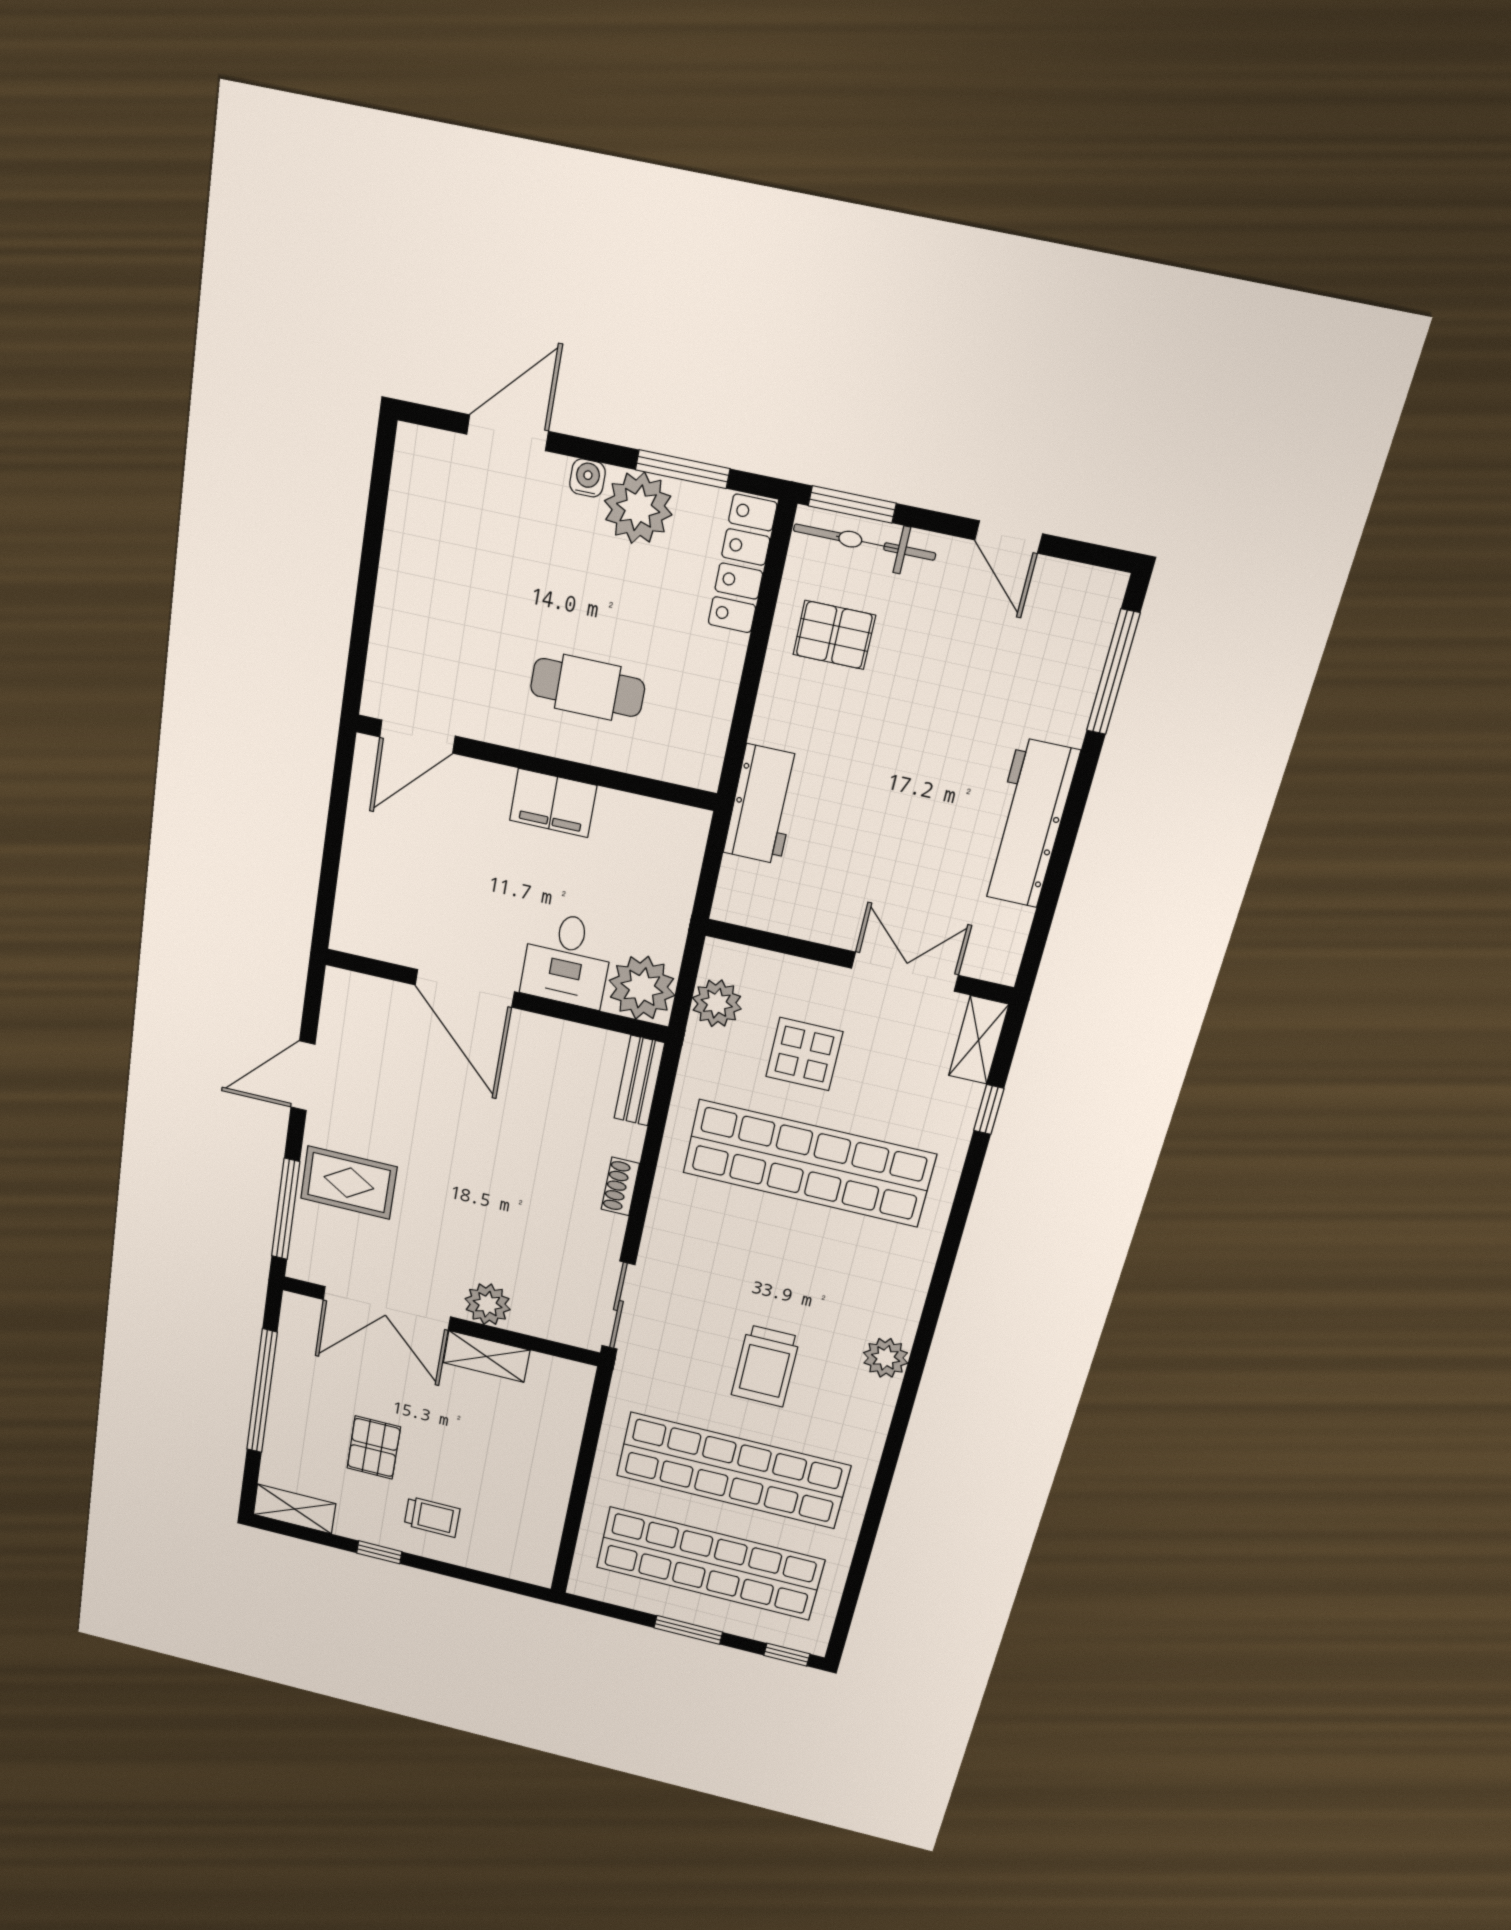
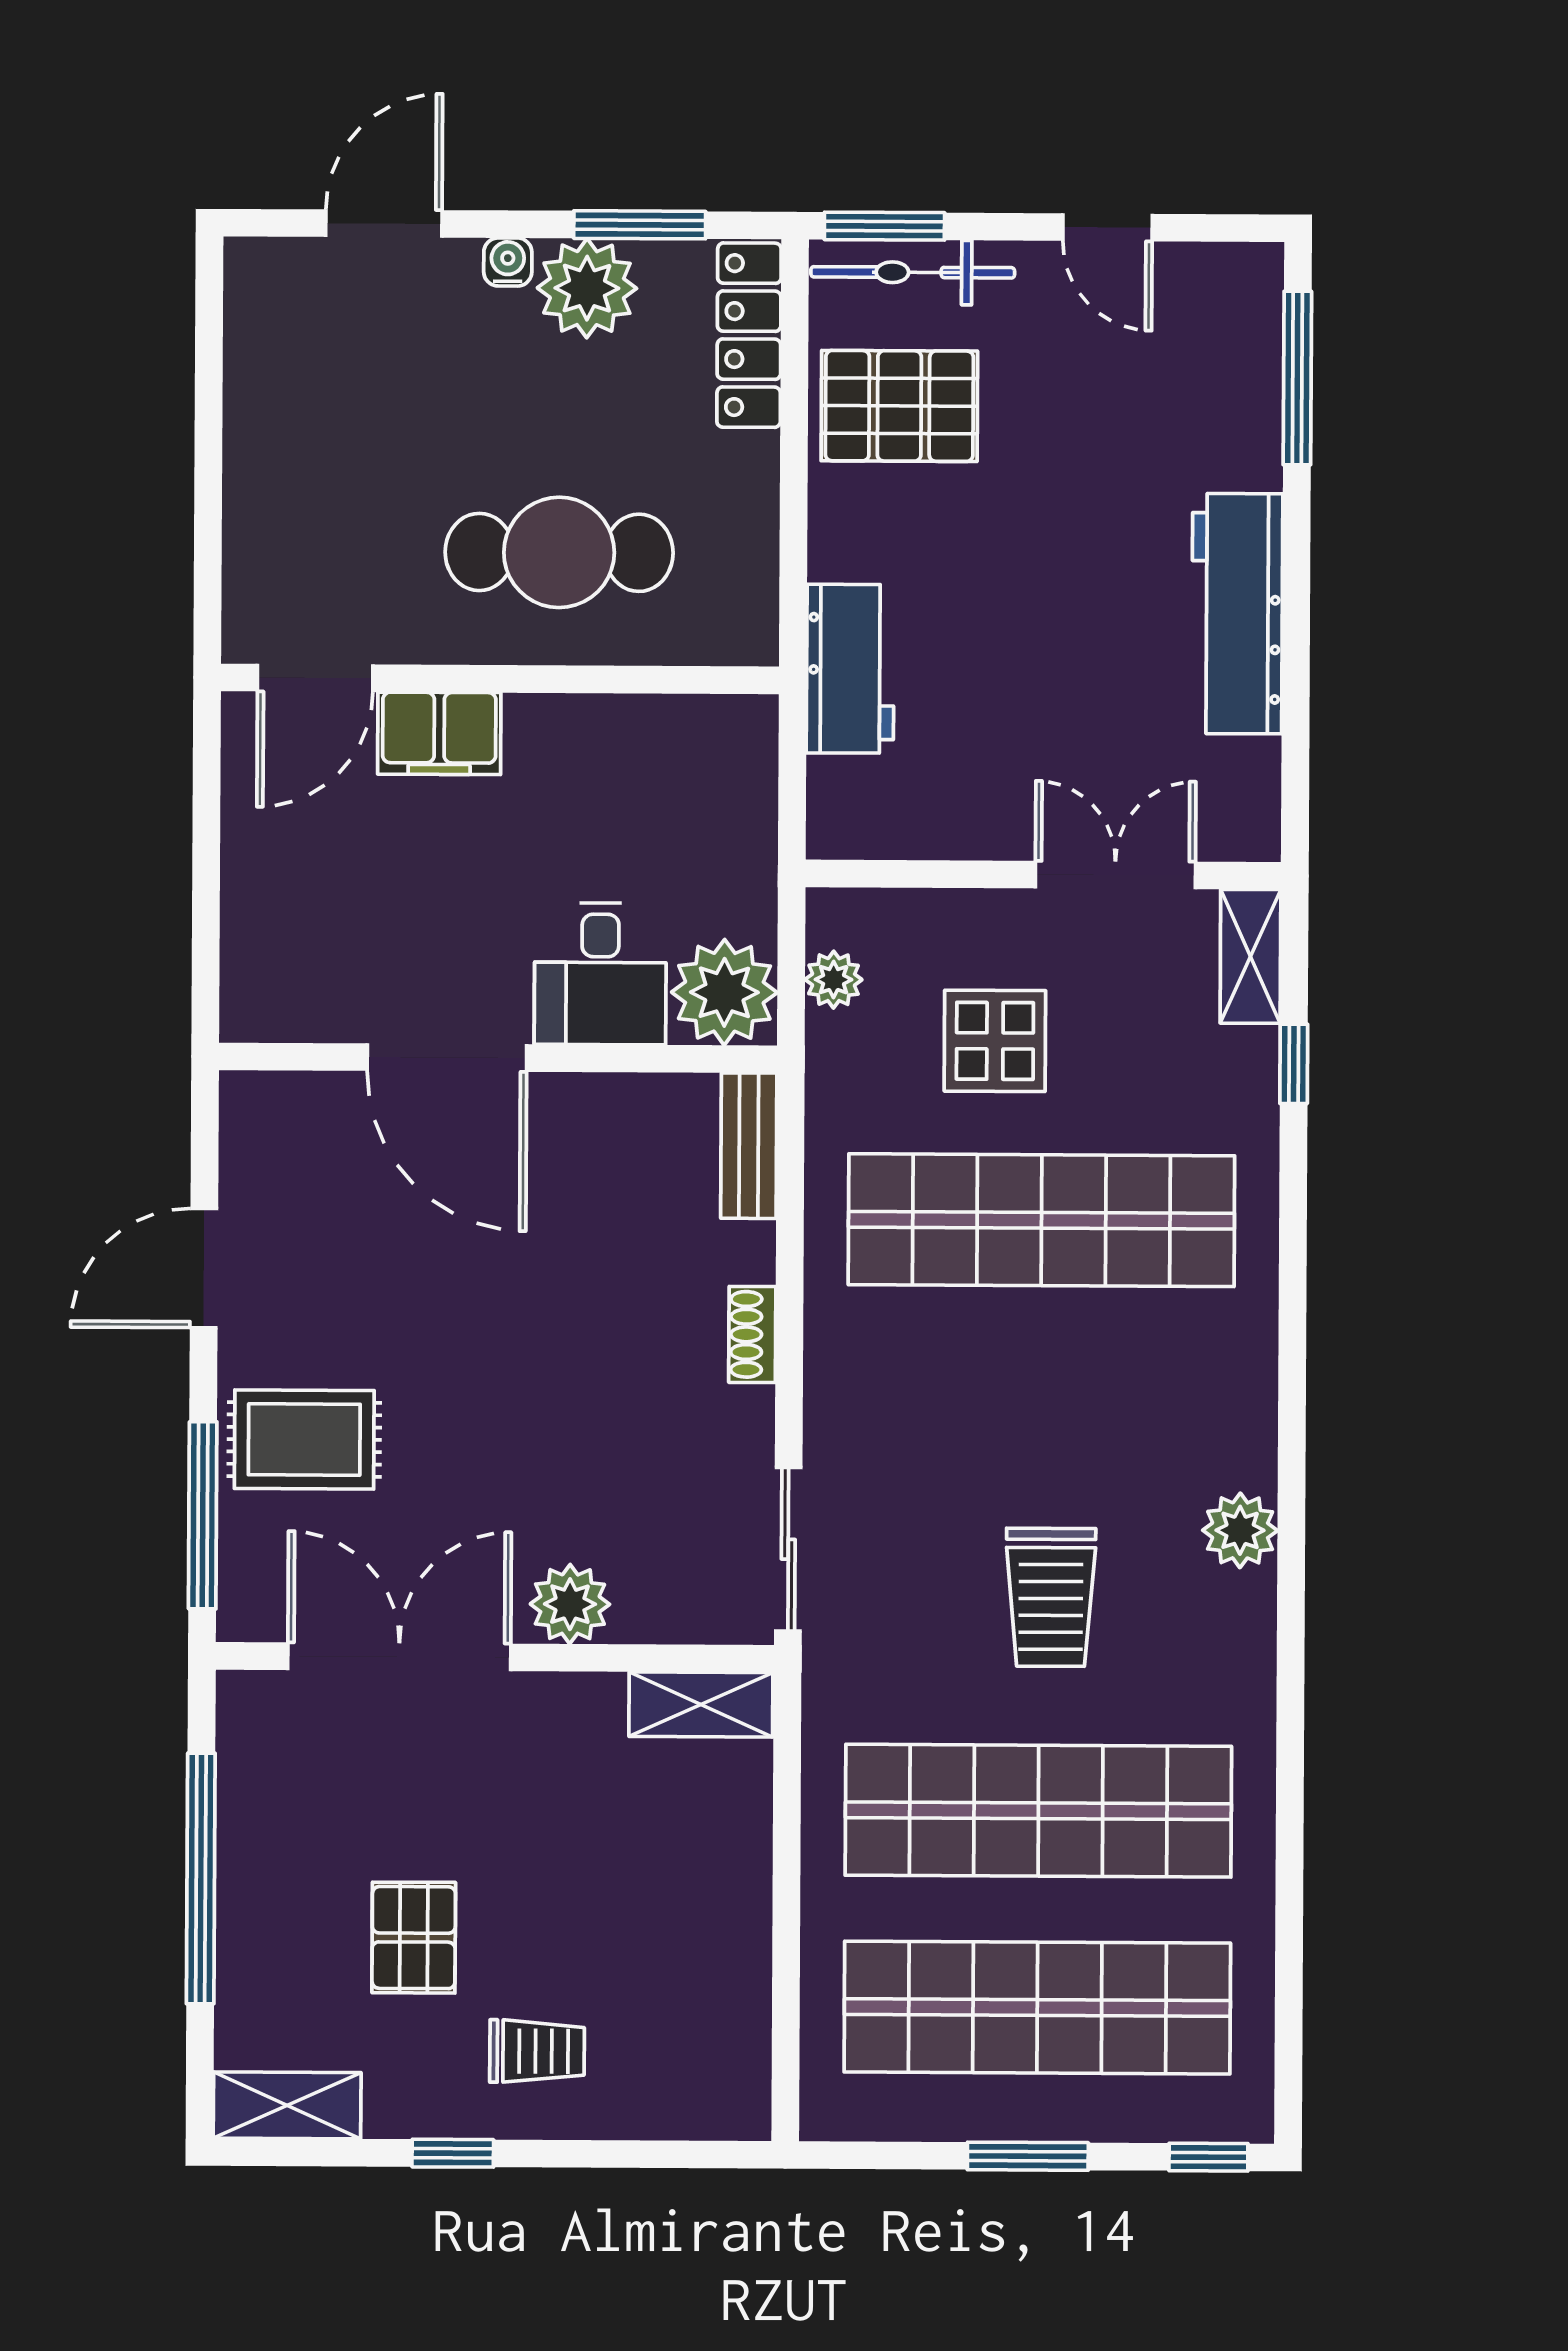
pallet: (834, 635) -> (899, 406), width x1.50, depth x1.42
cafe table: (588, 687) -> (559, 552), width x1.37, depth x1.35
filing cabinet: (553, 803) -> (439, 733), moved
plant: (717, 1003) -> (834, 980), width x0.73, depth x0.73
double door: (387, 1308) -> (399, 1657), swing flipped
shelving: (486, 1356) -> (701, 1704), moved

